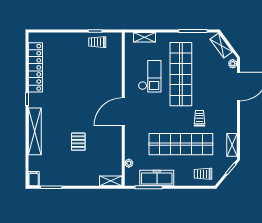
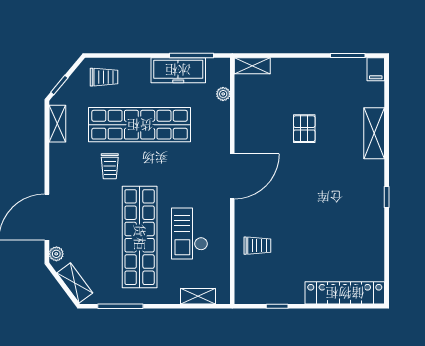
trolley: (97, 42) -> (257, 246), moved
locker: (35, 67) -> (345, 293), moved, turned 90
shelving: (35, 131) -> (374, 133), width x0.68

